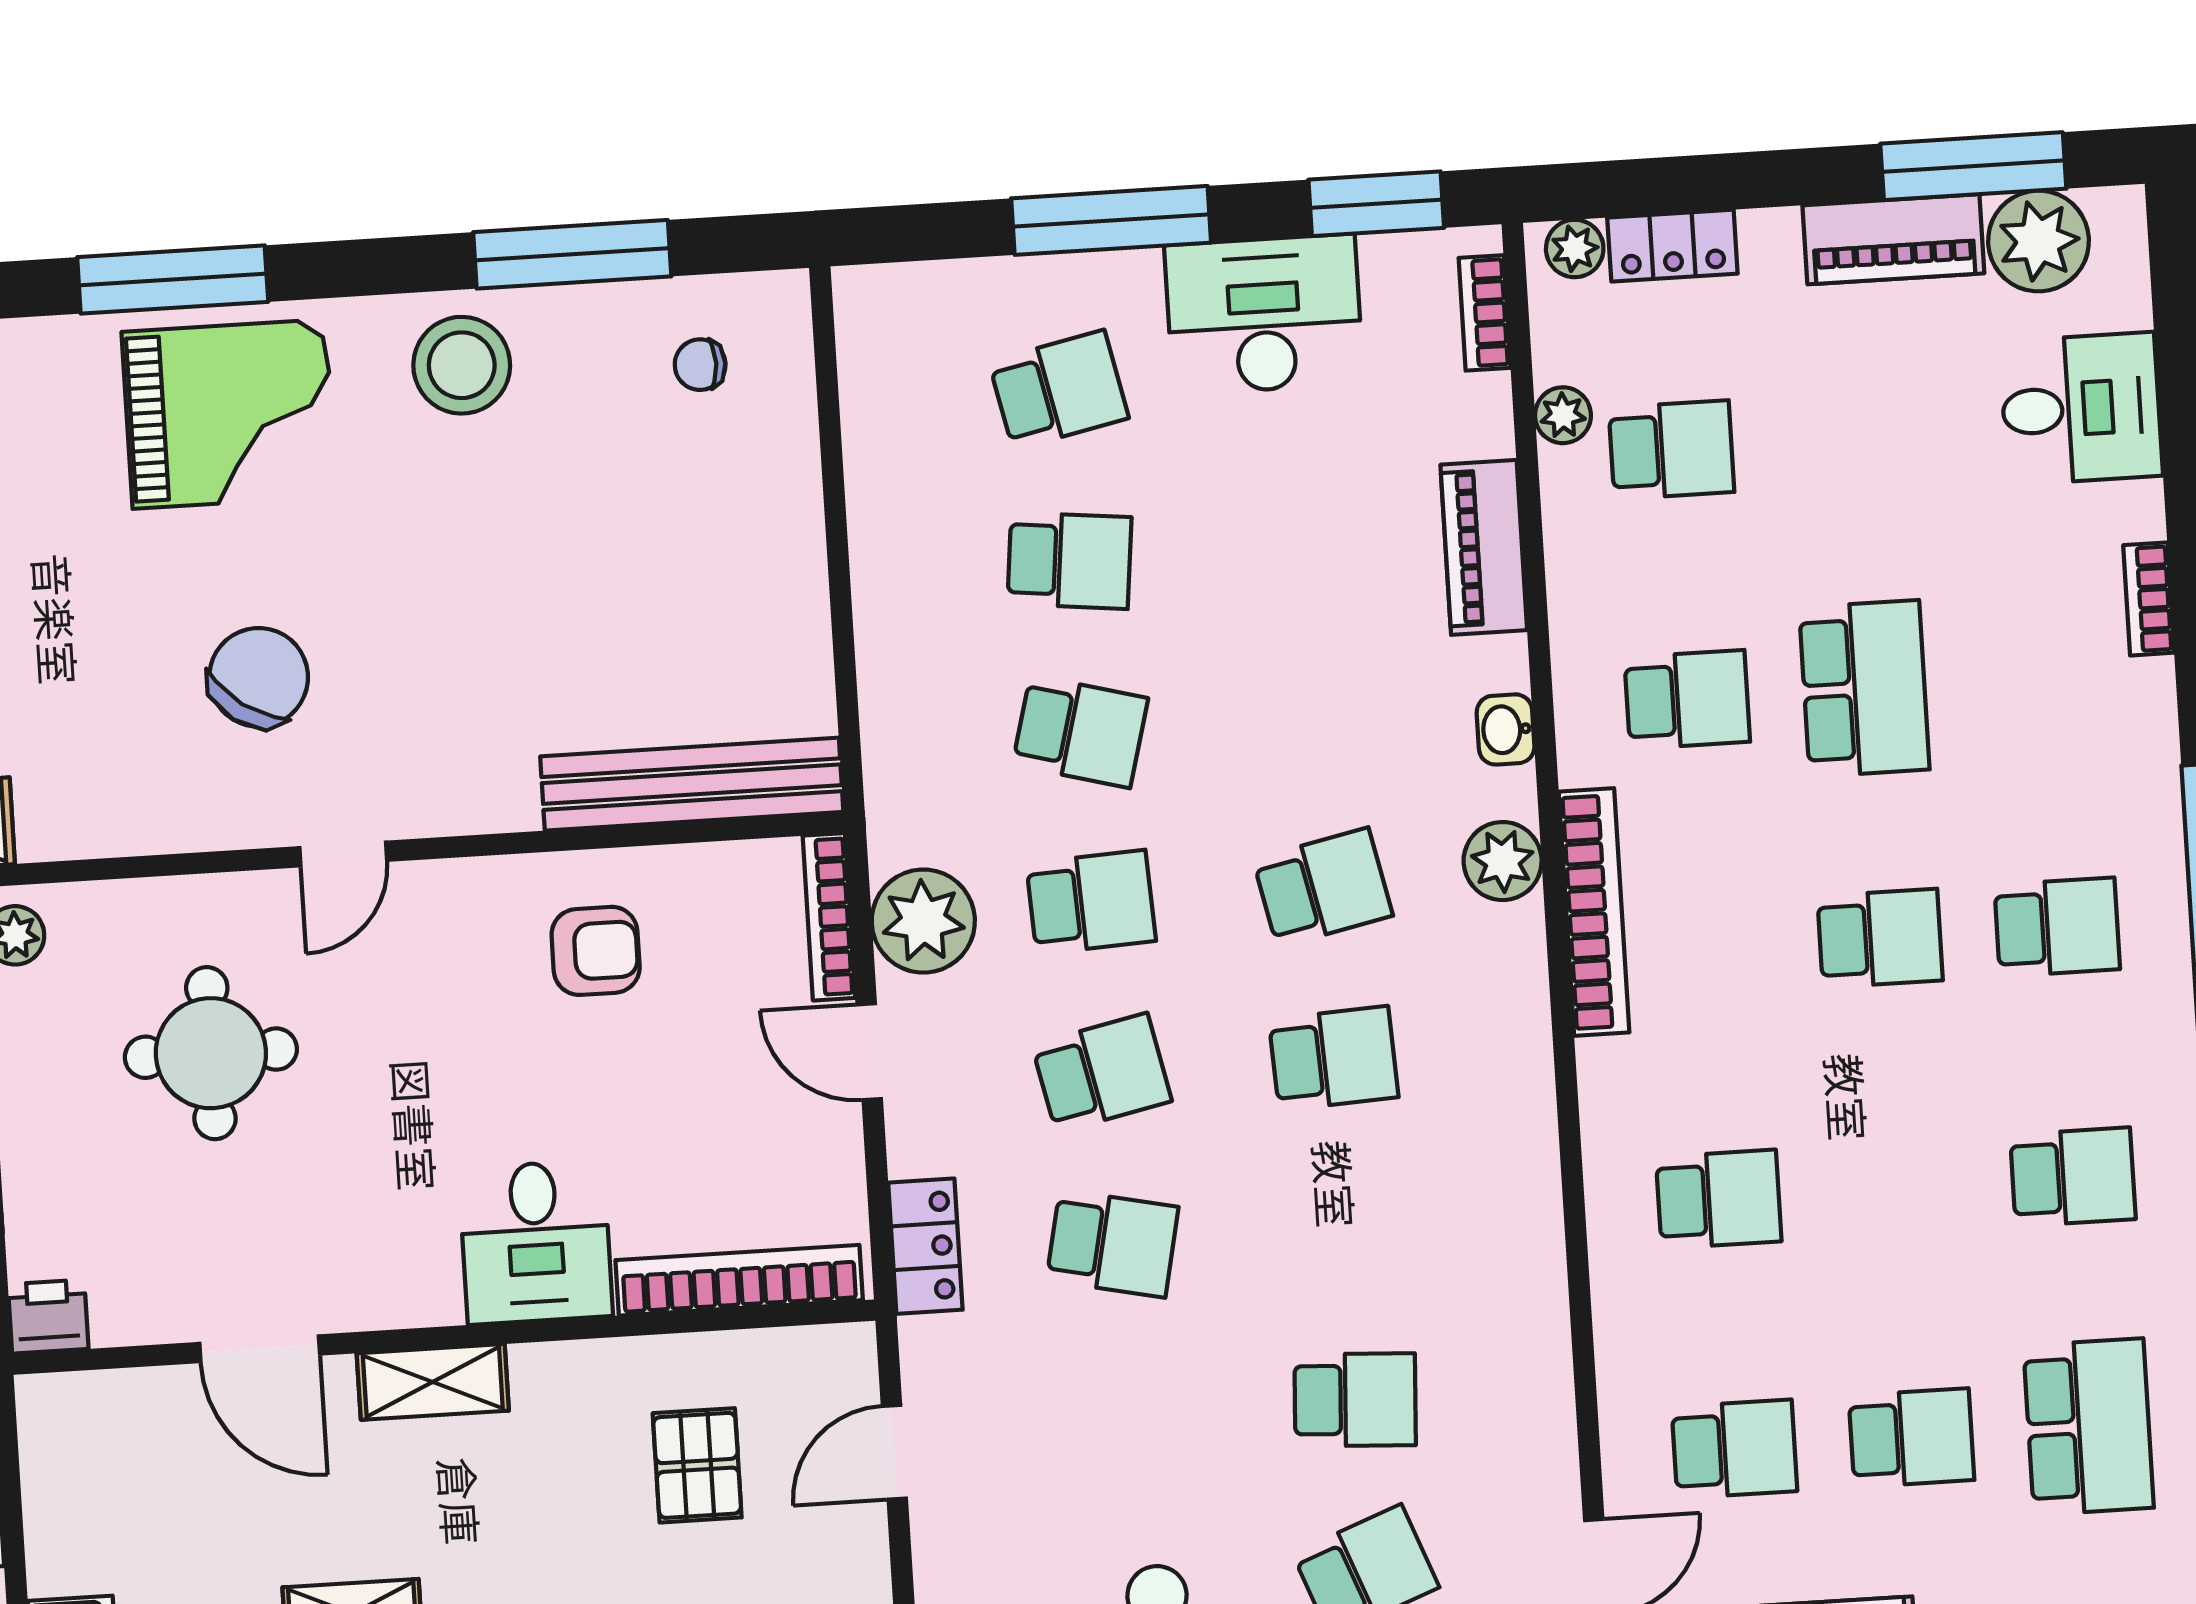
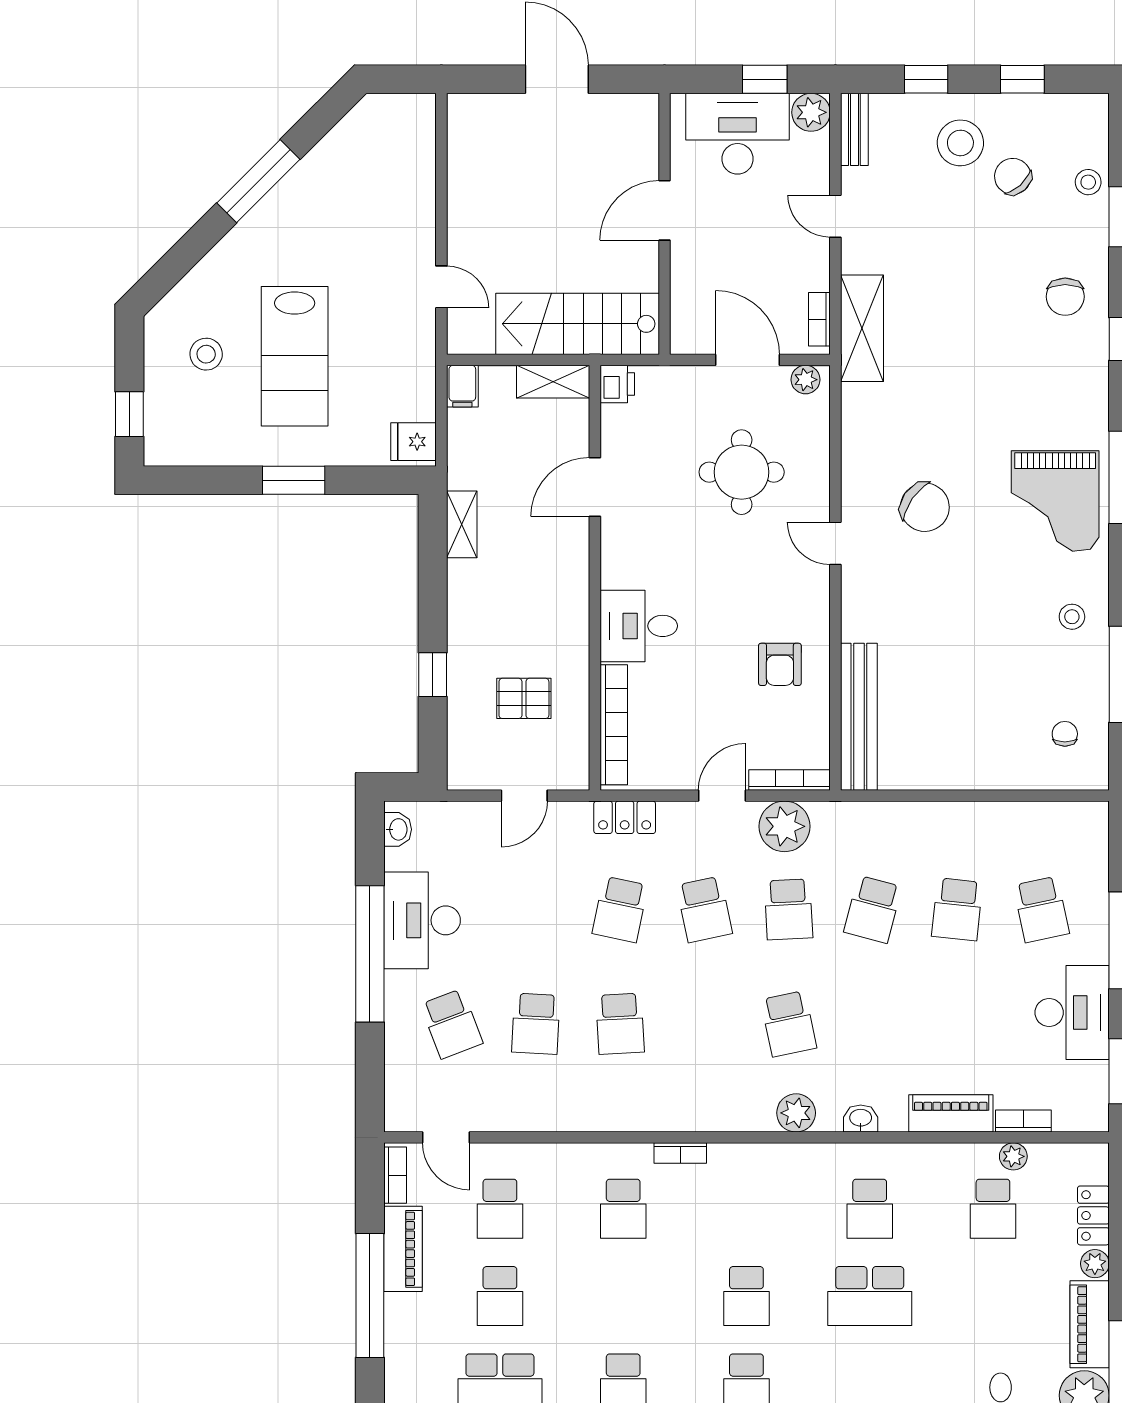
plant: (1575, 248) -> (1095, 1264), moved
bookcase: (1485, 313) -> (1023, 1121), moved
stool: (462, 365) -> (1072, 617), width x0.53, depth x0.53
bookcase: (1594, 912) -> (680, 1153), moved, width x0.43, depth x0.76
school desk: (1334, 1058) -> (620, 1024), moved
shelving: (433, 1382) -> (553, 382), moved, turned 90
door: (894, 1452) -> (524, 796), swing flipped

